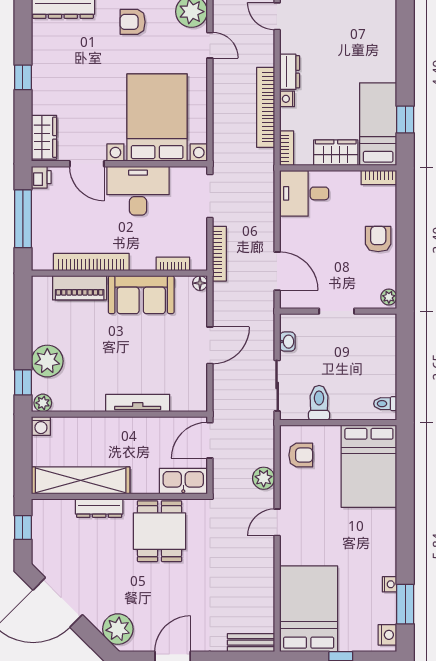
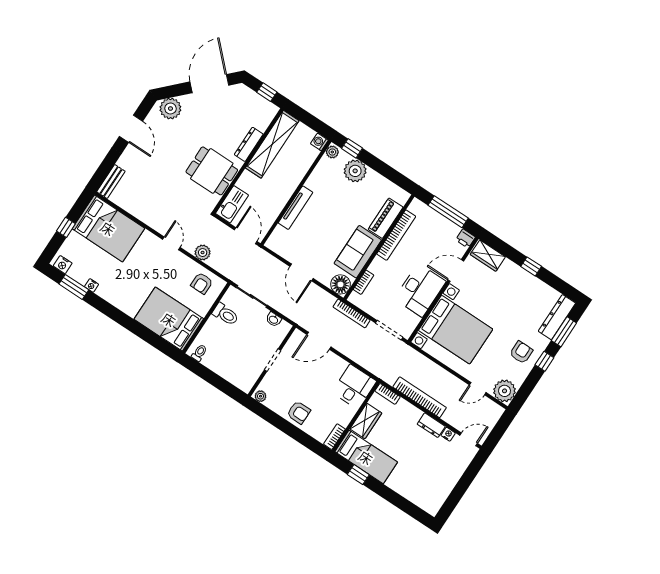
nightstand: (287, 99) -> (448, 434), moved
floor lamp: (200, 283) -> (341, 284), width x1.89, depth x1.89

